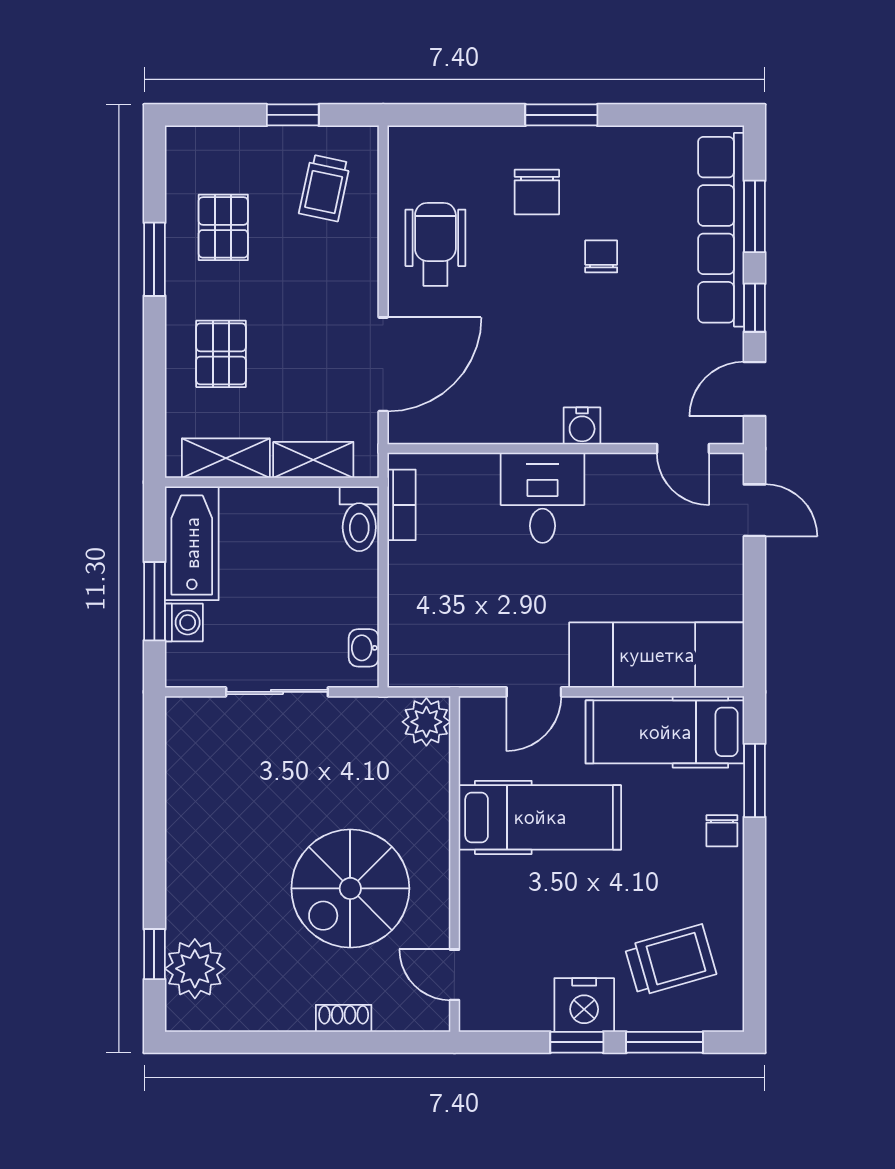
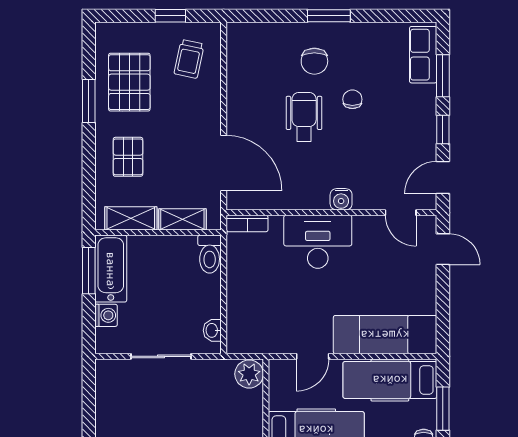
pallet: (223, 227) -> (129, 82), width x1.50, depth x1.42
row of seats: (721, 230) -> (423, 55), width x0.50
wheelchair: (435, 244) -> (304, 117), moved
door: (383, 364) -> (224, 163), hinge flipped
desk: (543, 498) -> (318, 242), width x1.37
bookcase: (401, 505) -> (247, 224), moved, turned 90
window: (154, 601) -> (89, 271), moved

